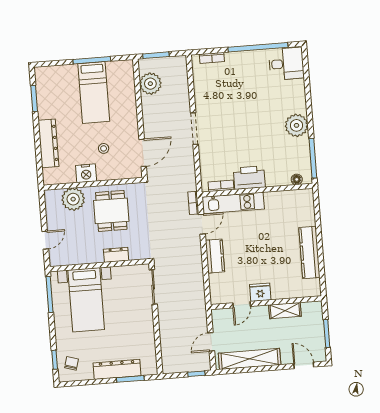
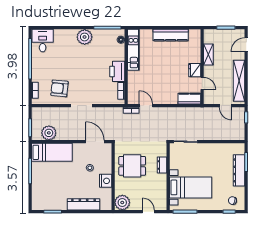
bed: (94, 93) -> (52, 152), moved
armchair: (218, 94) -> (59, 88), added
plant: (73, 199) -> (122, 203), moved
kitchen unit: (233, 203) -> (133, 50), moved
kitchen counter: (215, 256) -> (189, 99), moved

